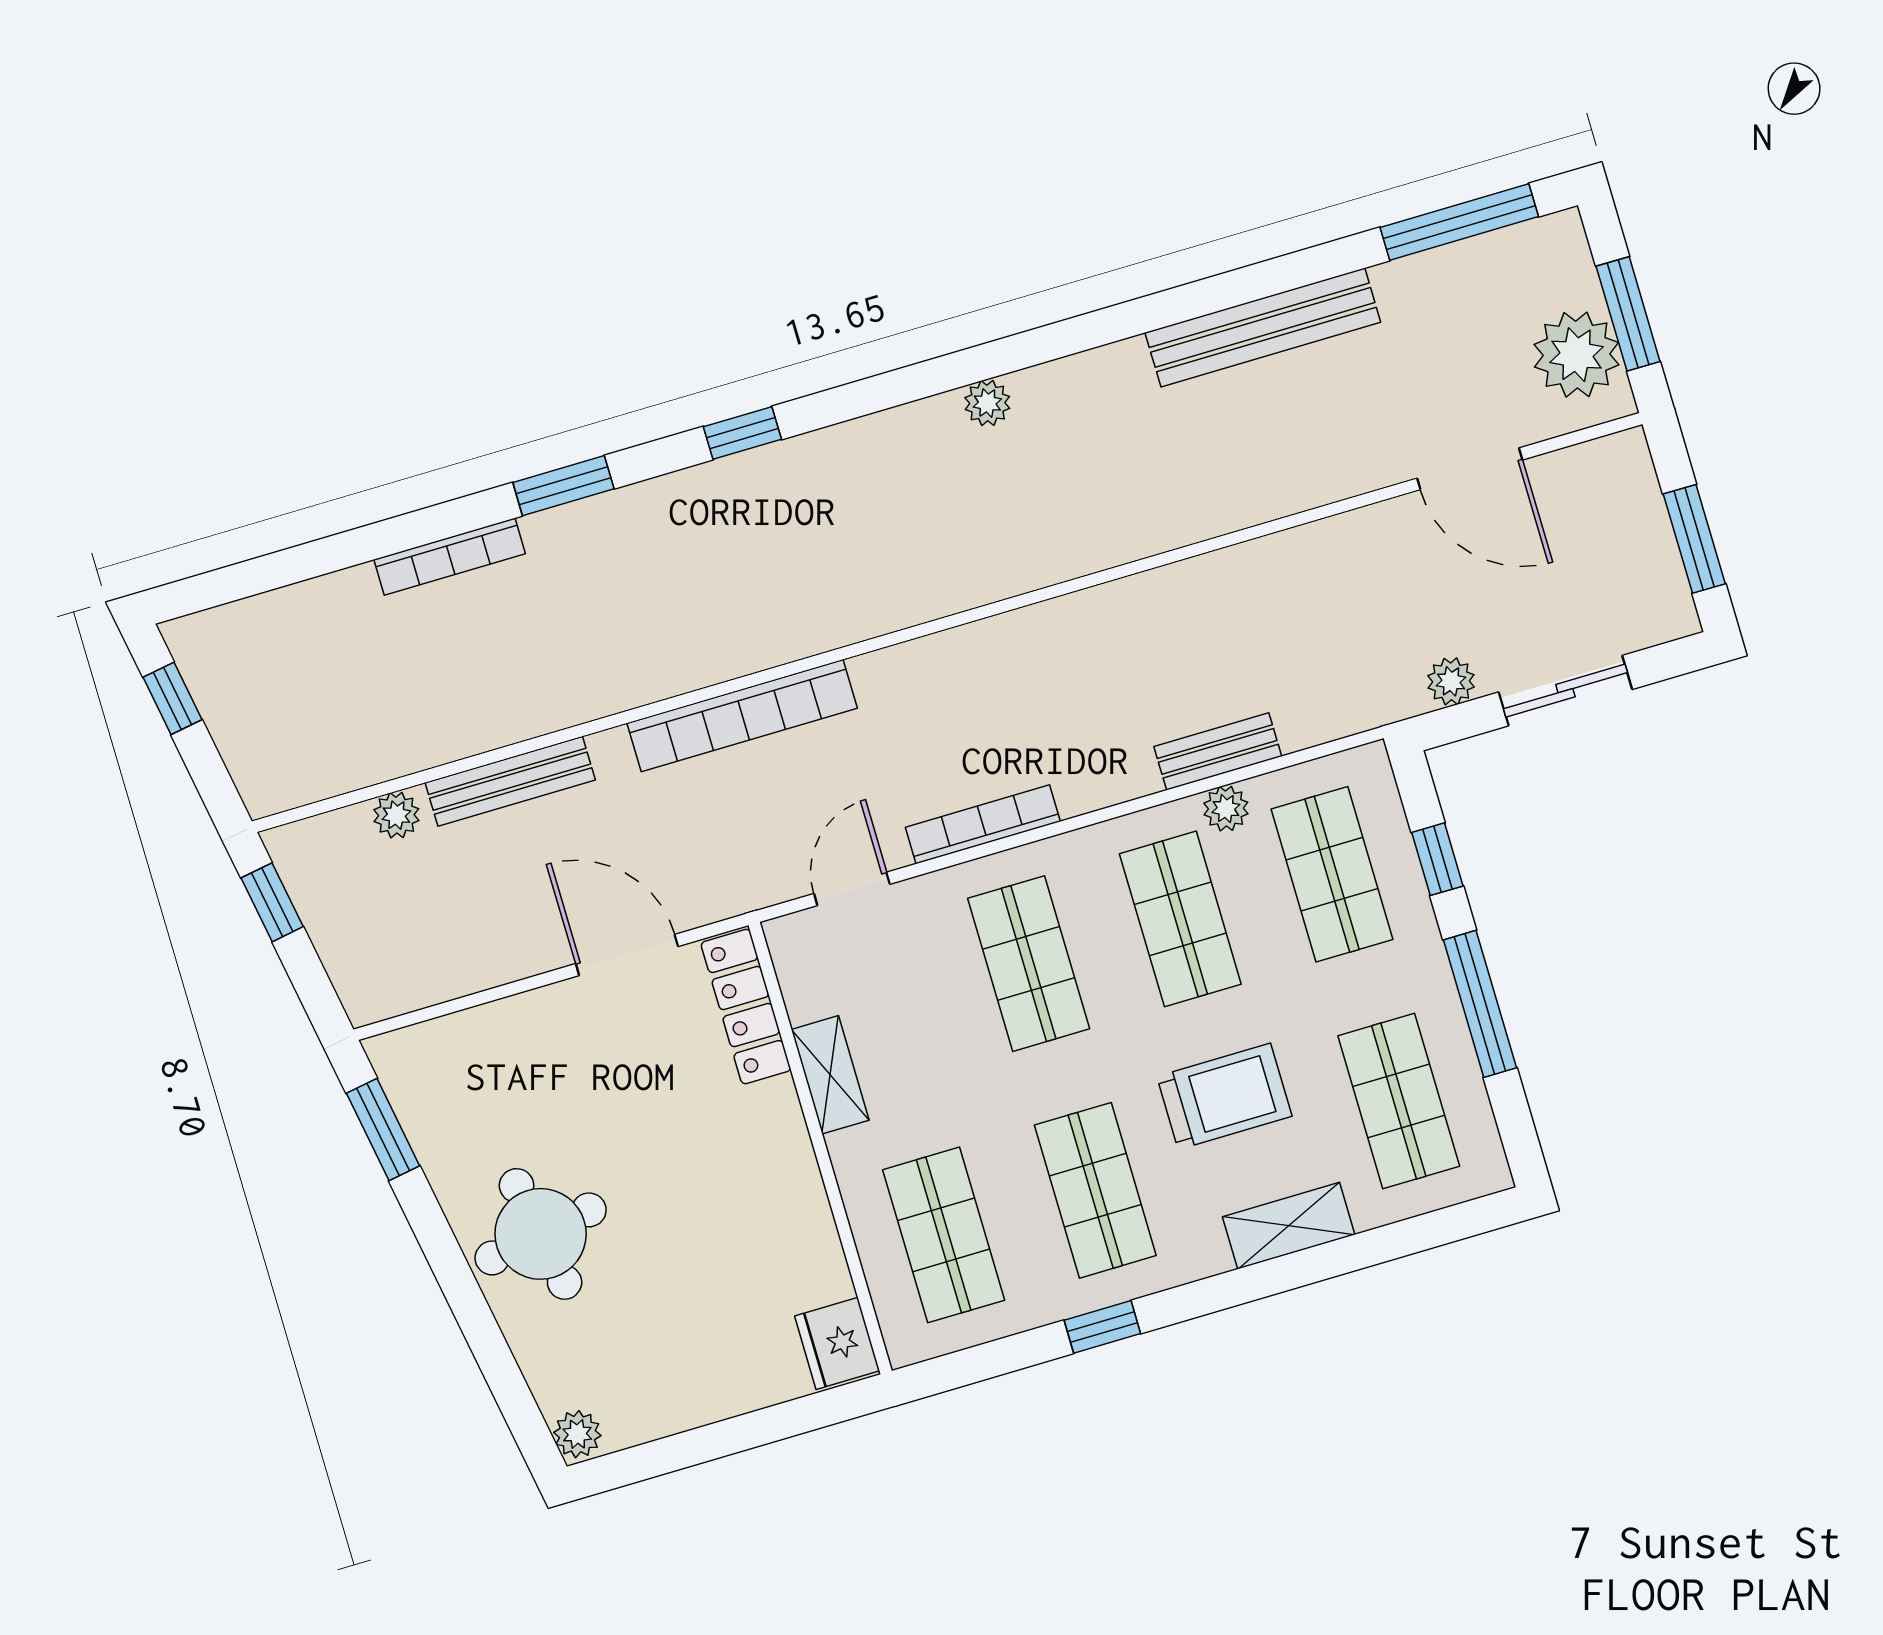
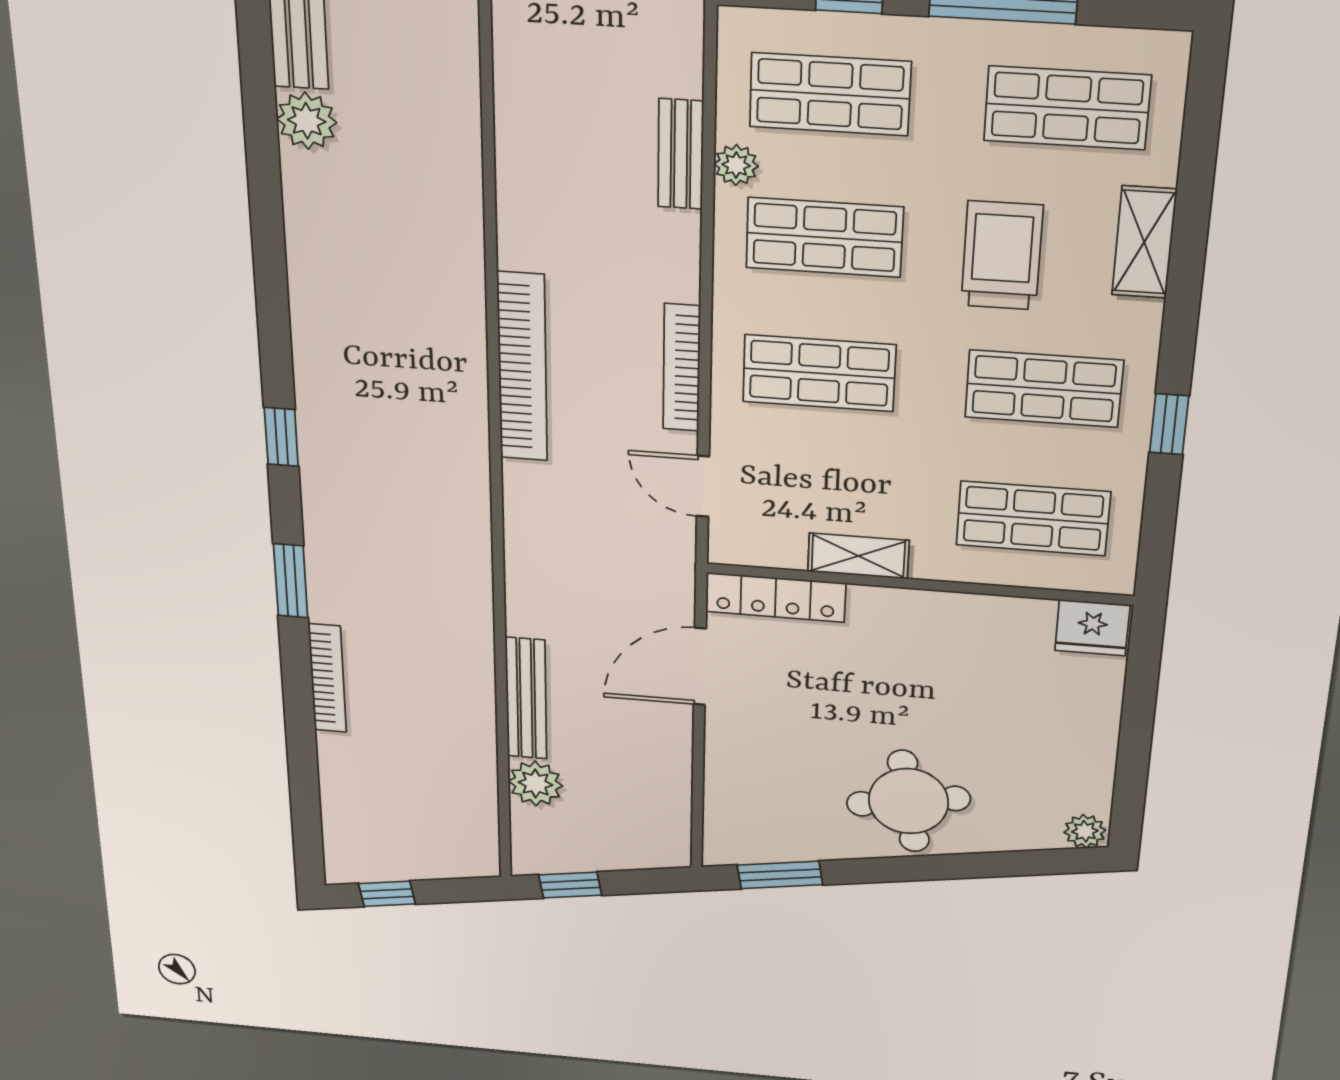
plant: (987, 403) -> (307, 121), moved, width x1.38, depth x1.38
bookcase: (742, 716) -> (522, 367), moved
plant: (396, 815) -> (535, 784), width x1.38, depth x1.38

